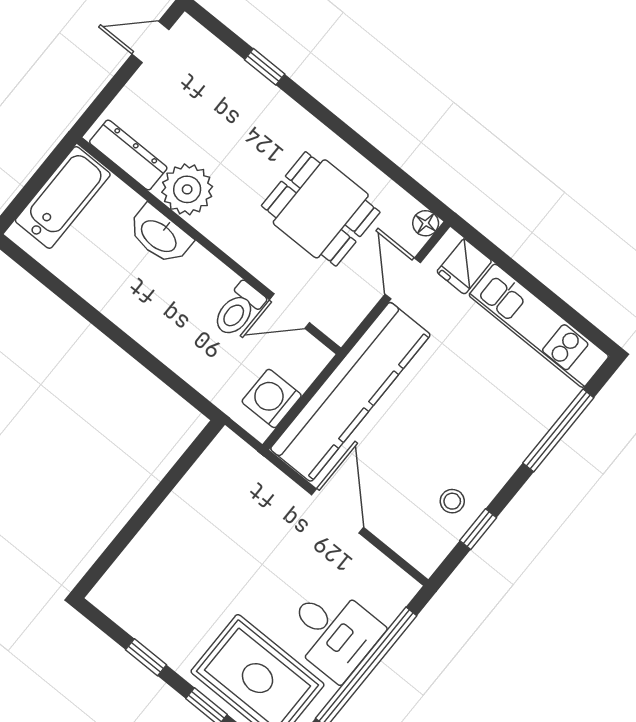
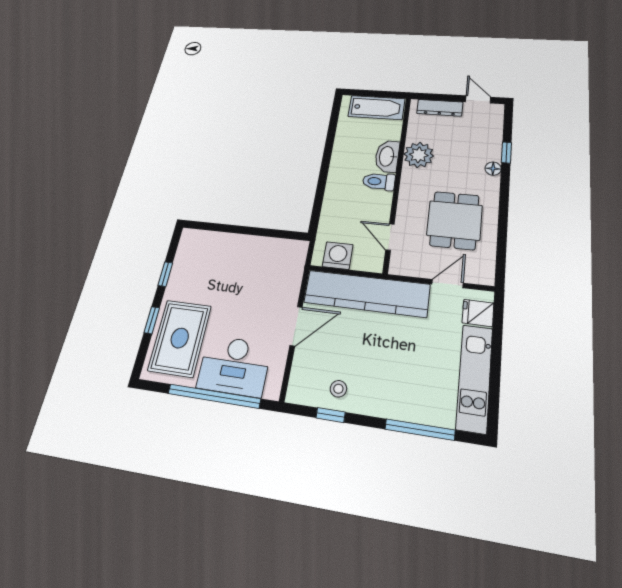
dresser: (128, 155) -> (440, 108), moved, turned 90
floor lamp: (426, 223) -> (493, 169), moved
toilet: (238, 310) -> (379, 181), moved
desk: (333, 632) -> (234, 366), width x1.37

